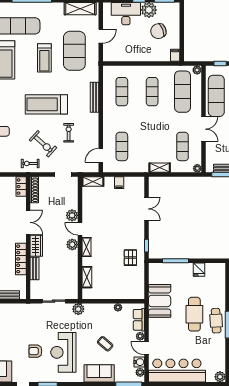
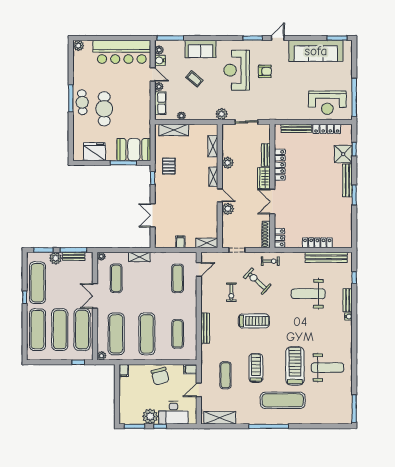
chair: (158, 31) -> (160, 376), moved, turned 97
exercise mat: (74, 51) -> (225, 375), width x0.50, depth x0.69
filing cabinet: (109, 57) -> (190, 369), added
exercise mat: (152, 92) -> (147, 334), width x1.36, depth x1.45
treadmill: (46, 104) -> (254, 321), width x0.73, depth x0.73
plant: (72, 245) -> (228, 163), moved
fridge: (199, 270) -> (95, 152), width x1.88, depth x1.34
shelving: (126, 293) -> (174, 130), added
booth: (160, 301) -> (134, 150), moved, turned 90
reception desk: (63, 352) -> (237, 70), turned 180

